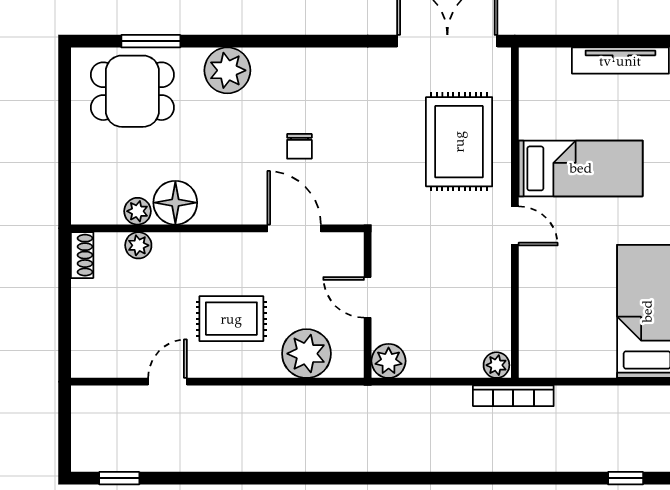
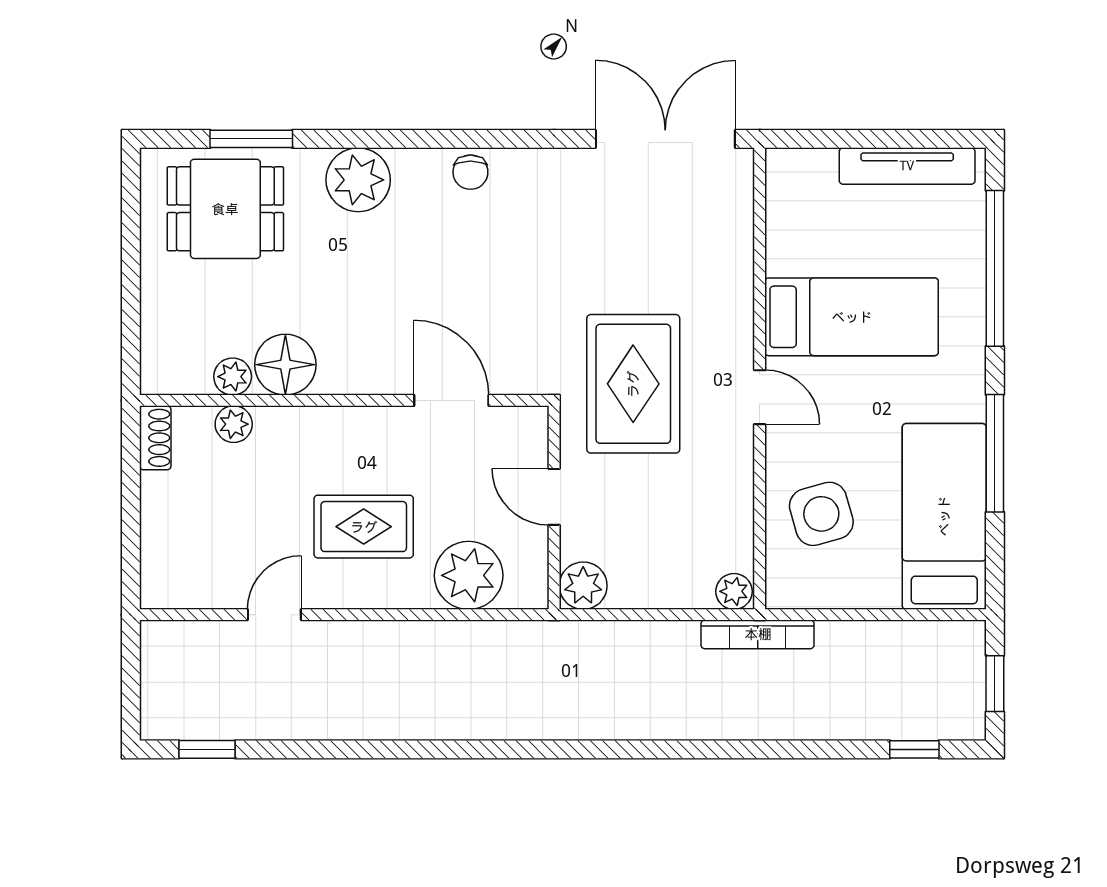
rug: (459, 142) -> (633, 384), moved
chair: (299, 146) -> (470, 172), moved
side table: (559, 310) -> (821, 514), added

